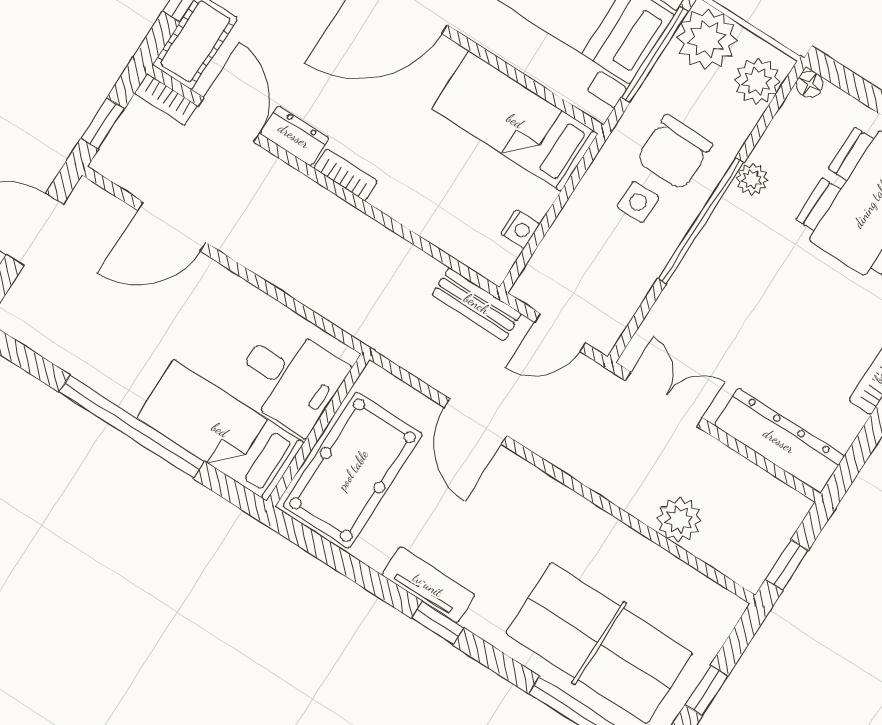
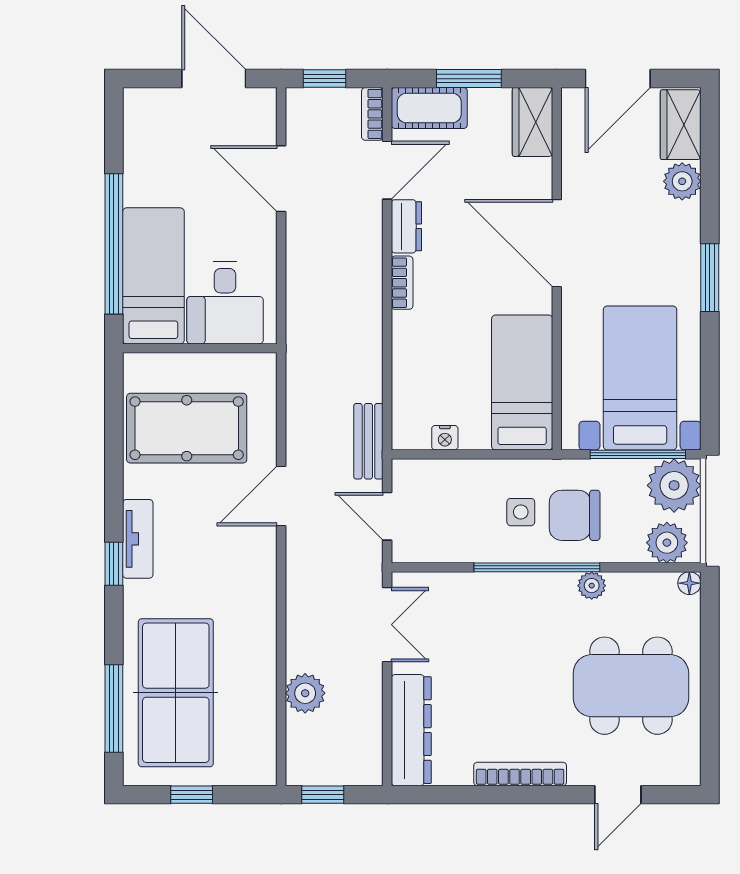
desk: (290, 378) -> (225, 303), moved
bed: (220, 430) -> (153, 276), moved
wall: (318, 430) -> (200, 348), moved

